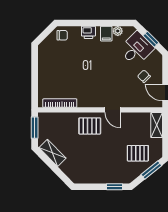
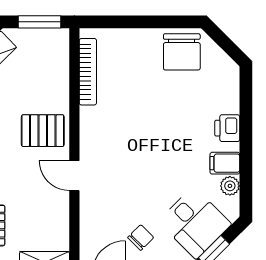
chair: (62, 35) -> (182, 52), moved, width x1.87, depth x1.87
door: (113, 110) -> (74, 176), hinge flipped
pallet: (90, 126) -> (43, 131), turned 90

